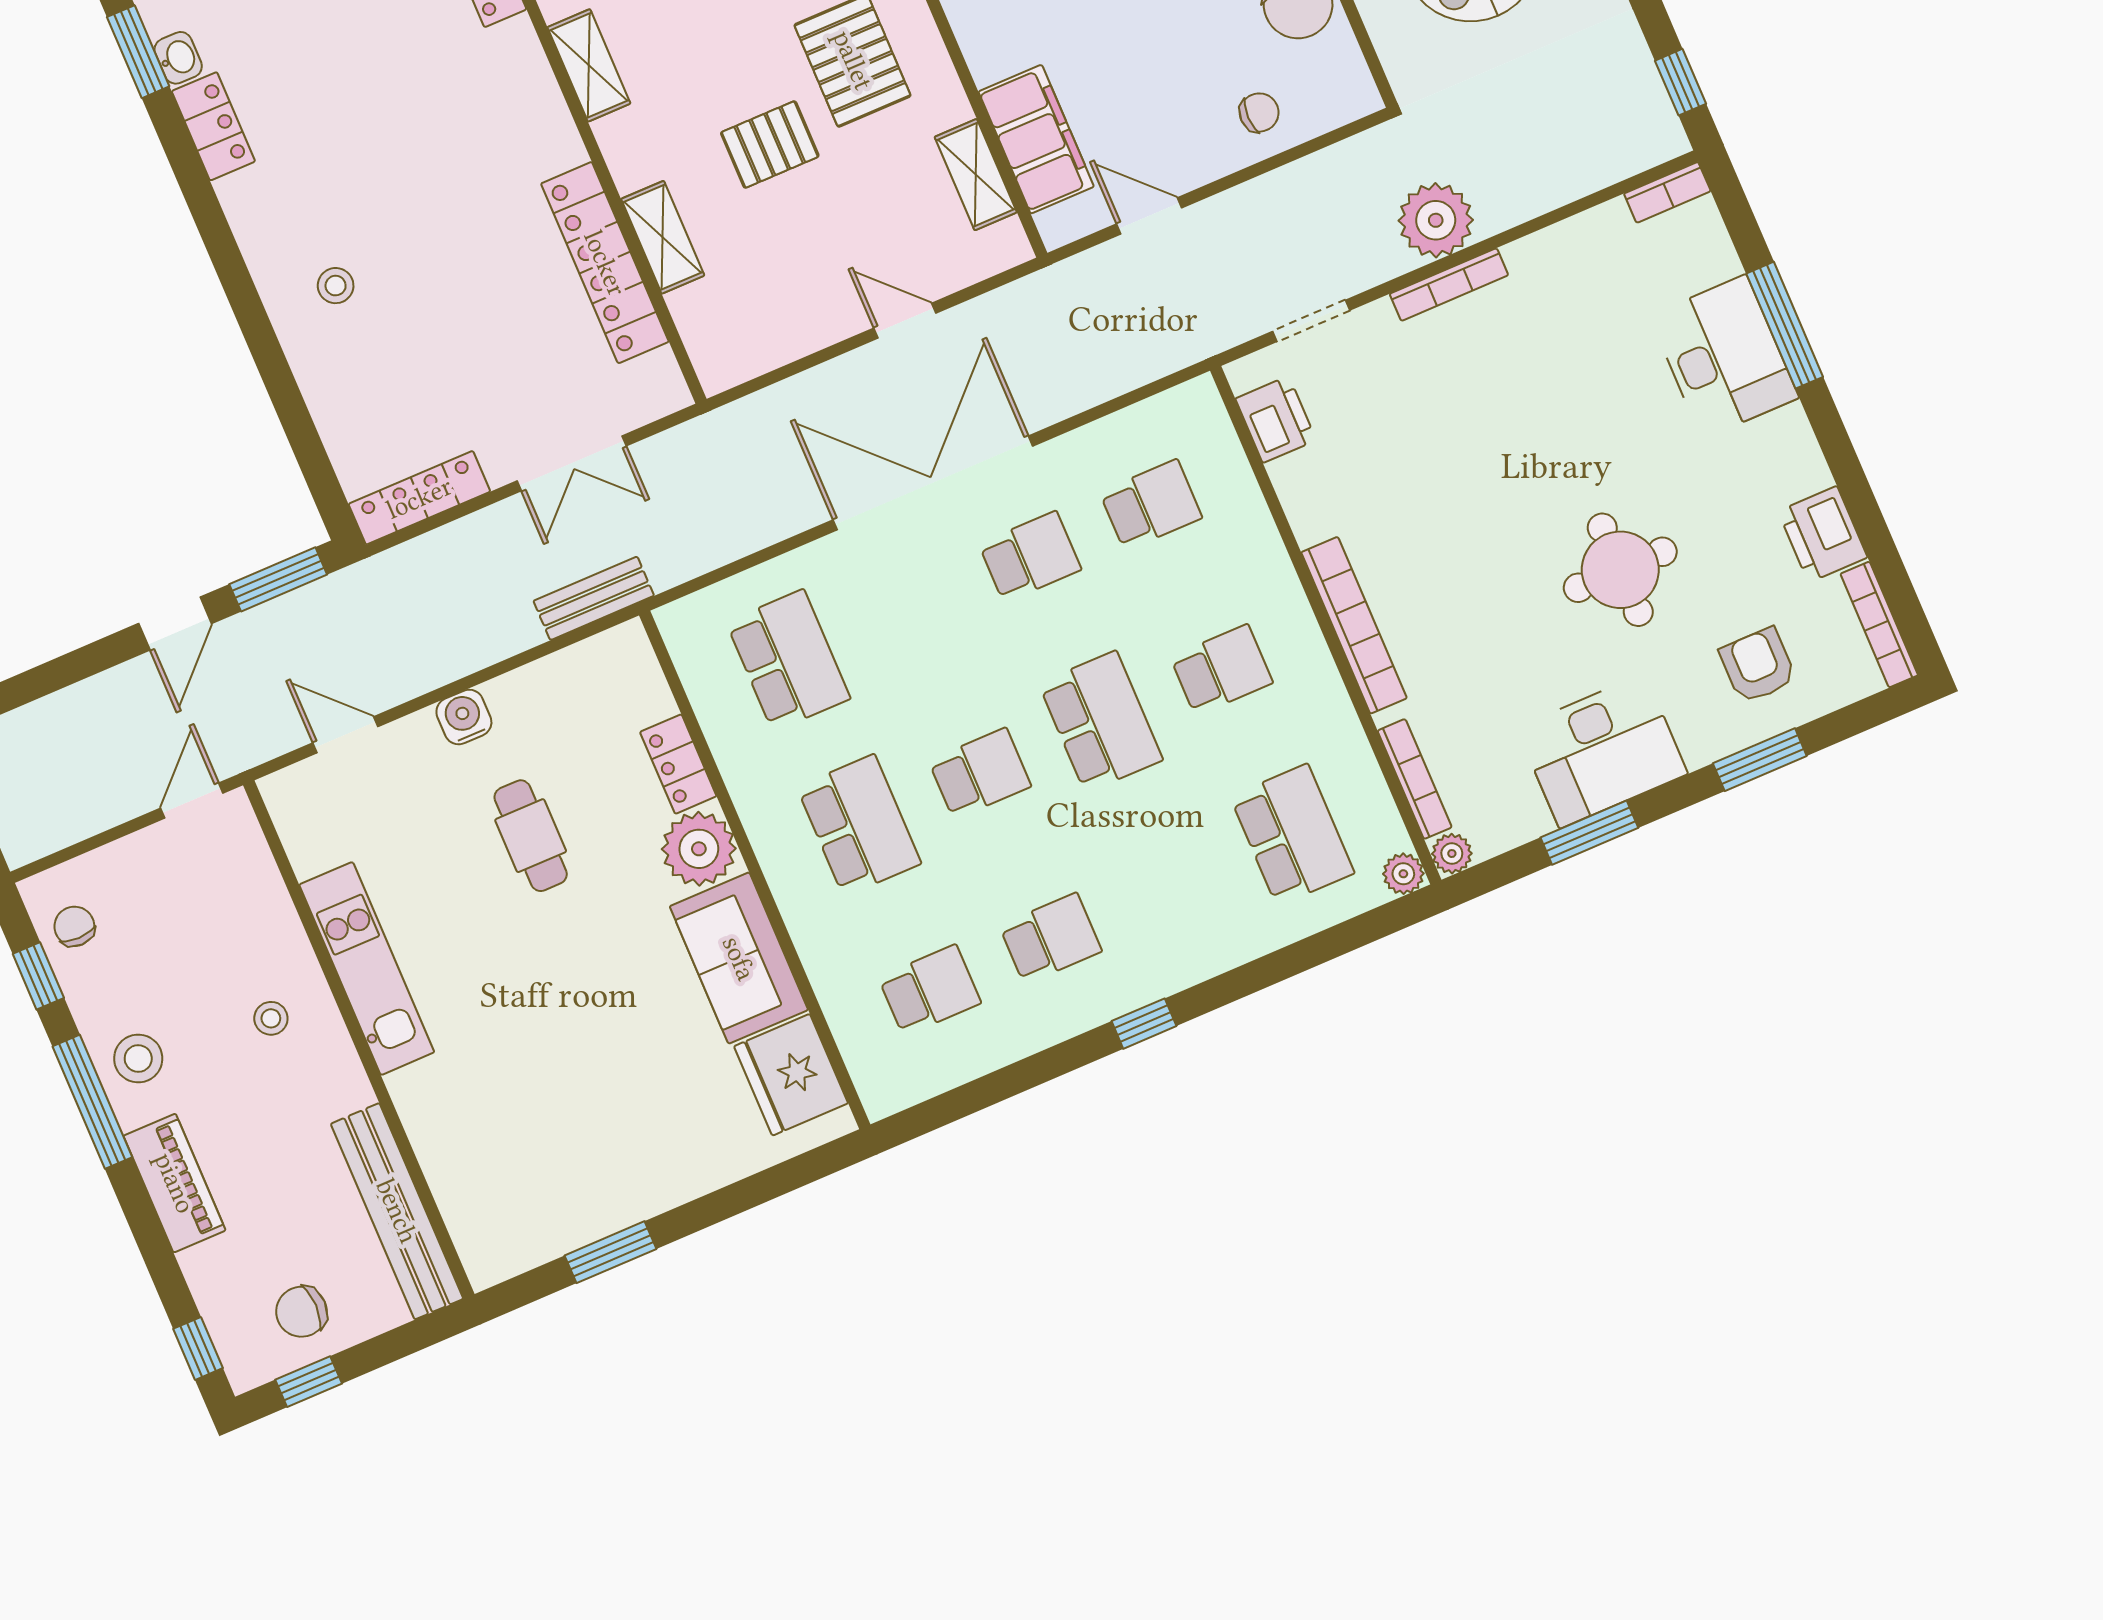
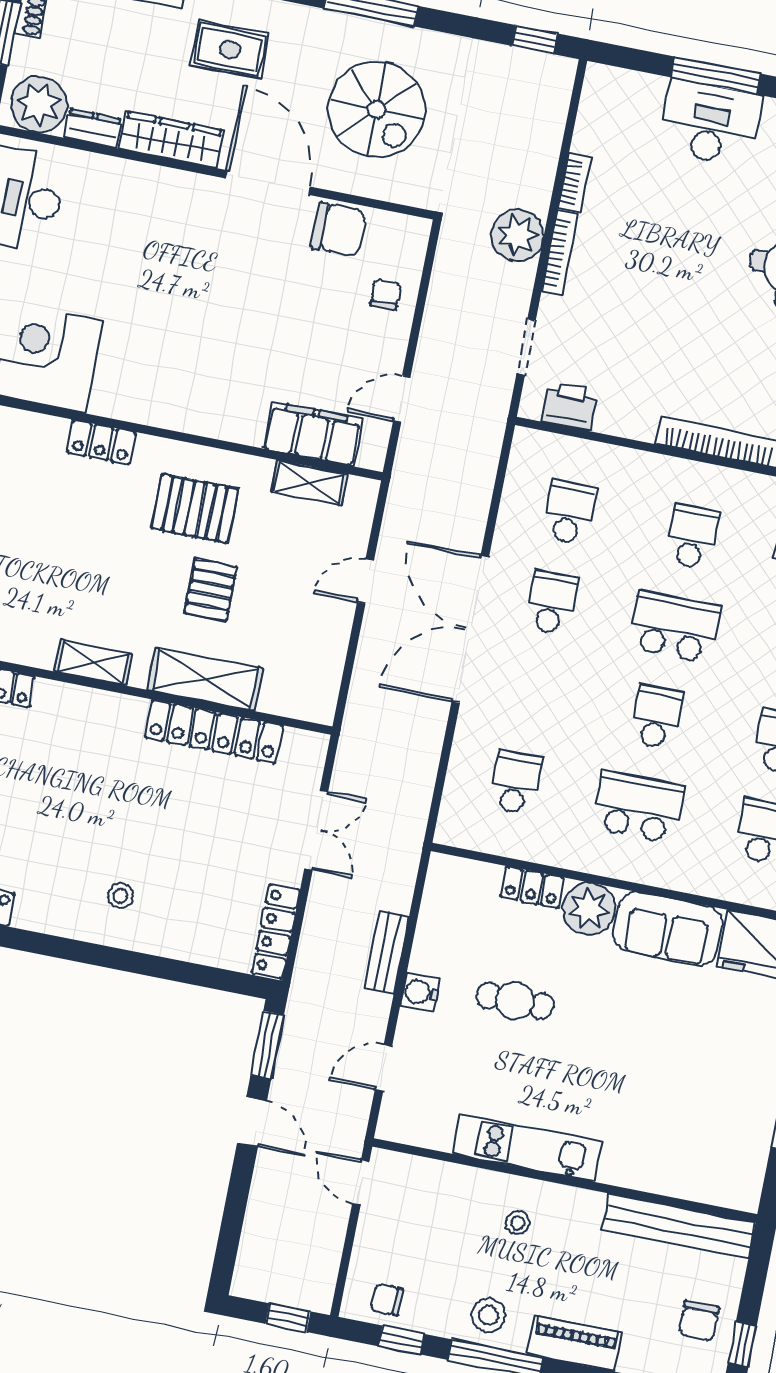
bookcase: (1667, 192) -> (575, 183), moved
shelving: (663, 237) -> (205, 679), width x1.50, depth x1.33
bench: (594, 598) -> (387, 952), moved
school desk: (788, 660) -> (516, 783), width x0.54

